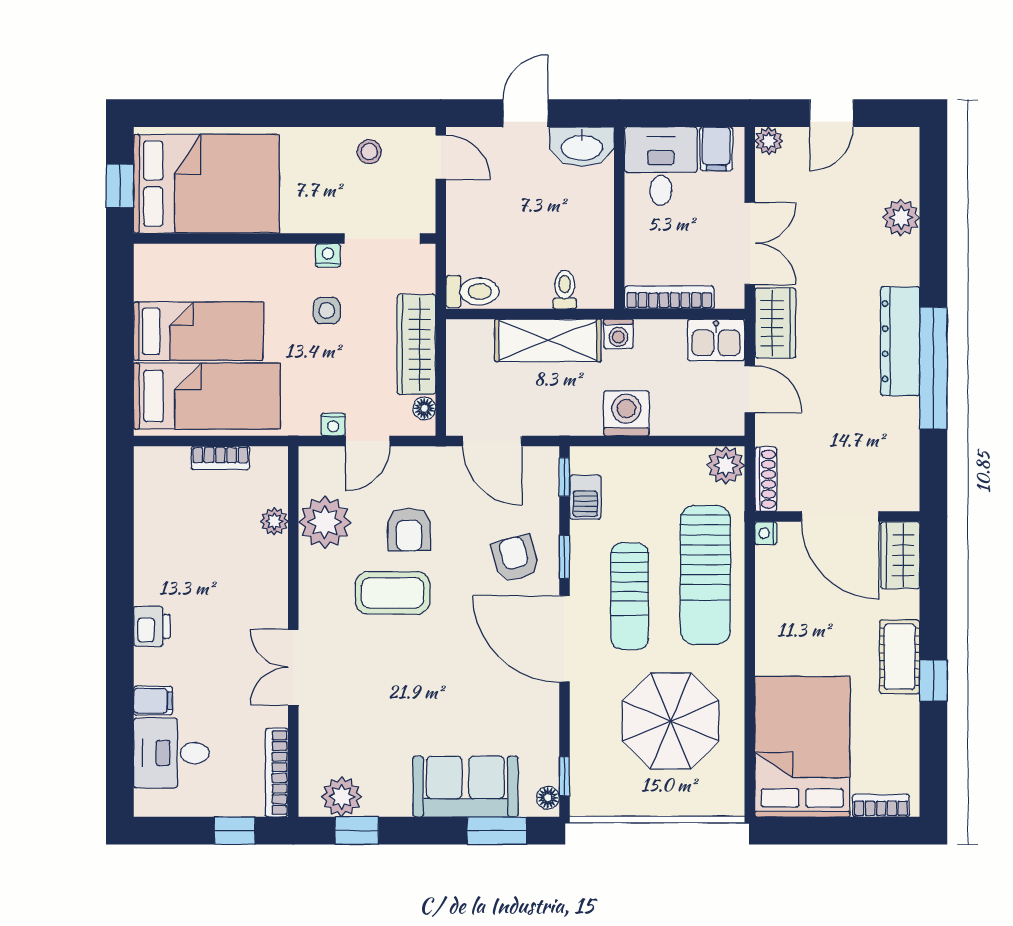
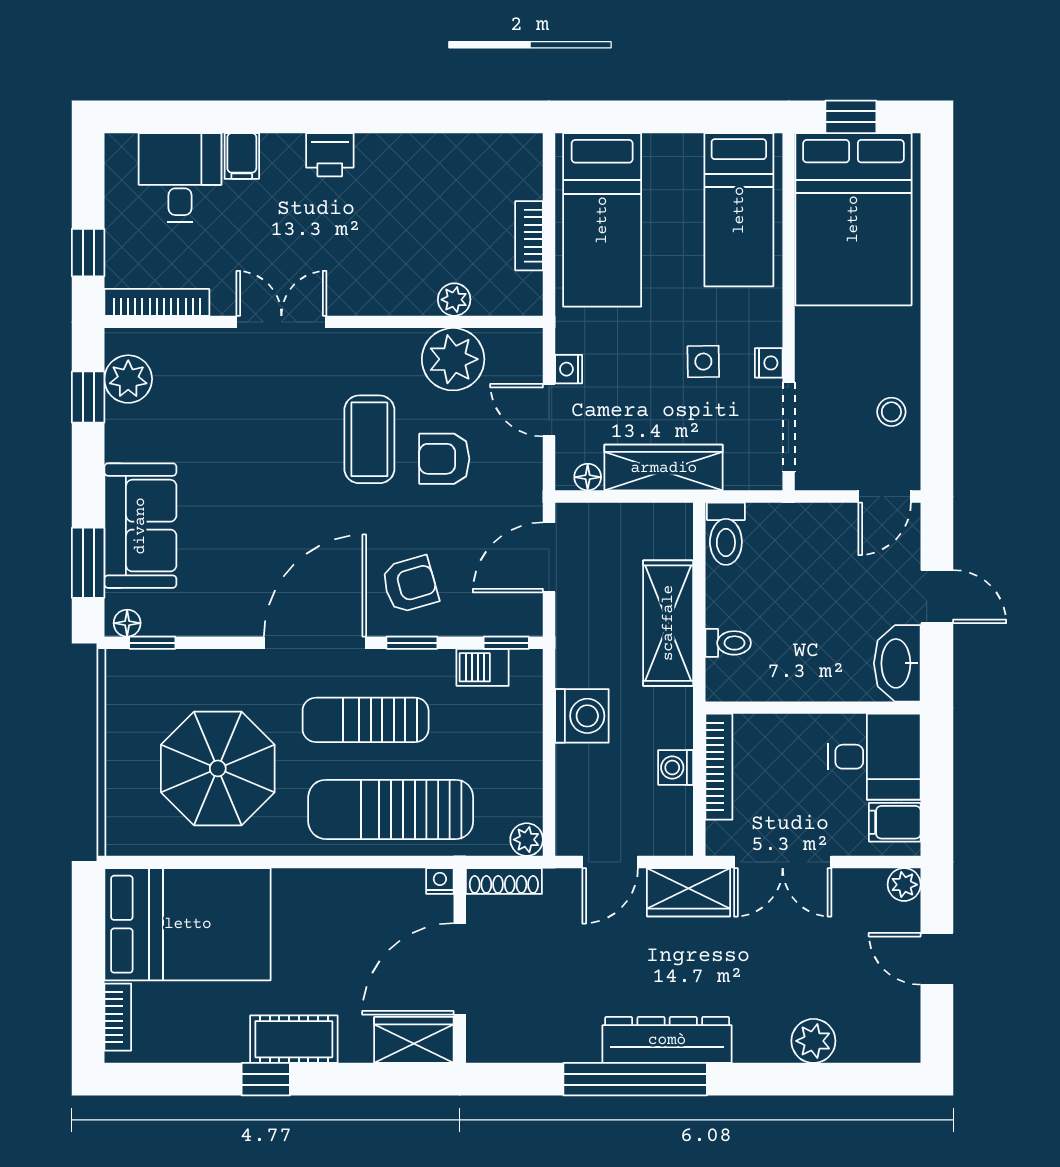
bed: (198, 331) -> (739, 210), moved
washing machine: (618, 334) -> (676, 768), moved
kitchen sink: (716, 340) -> (669, 822), removed
plant: (726, 465) -> (527, 840), width x0.73, depth x0.73

